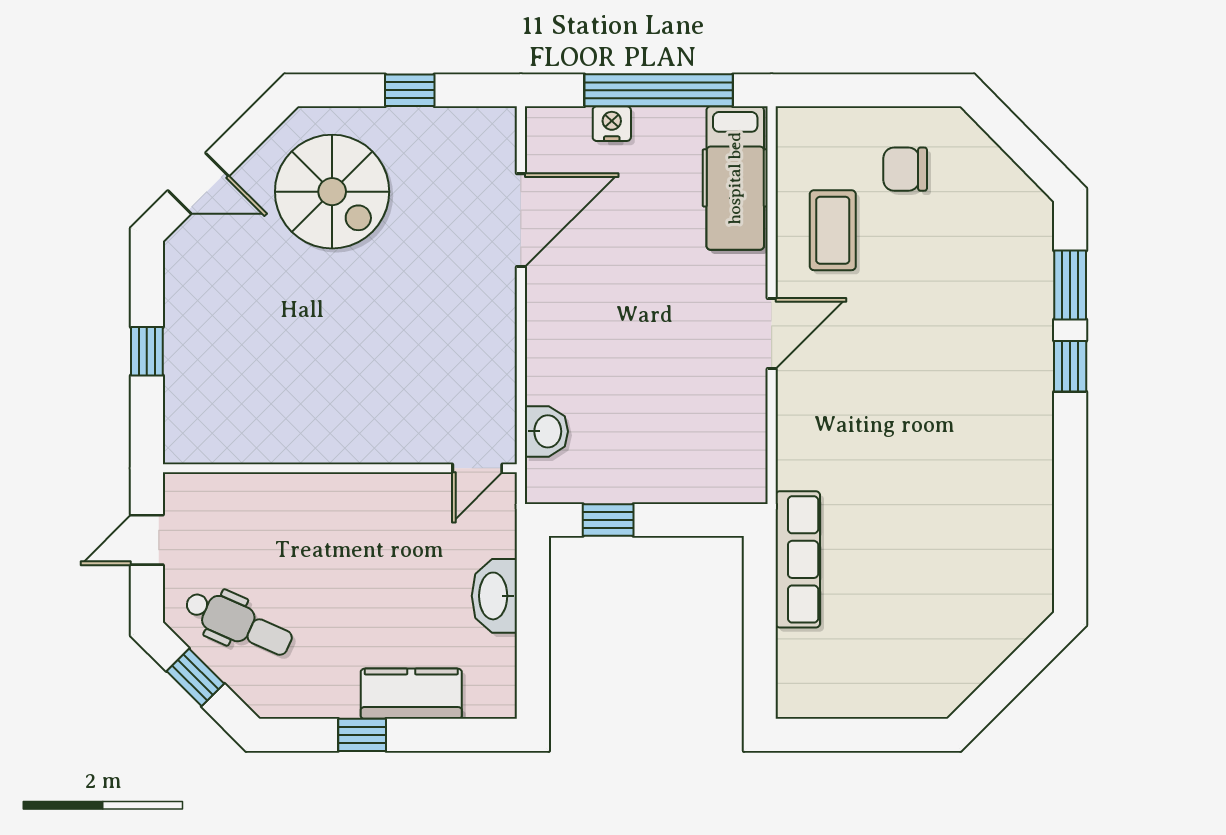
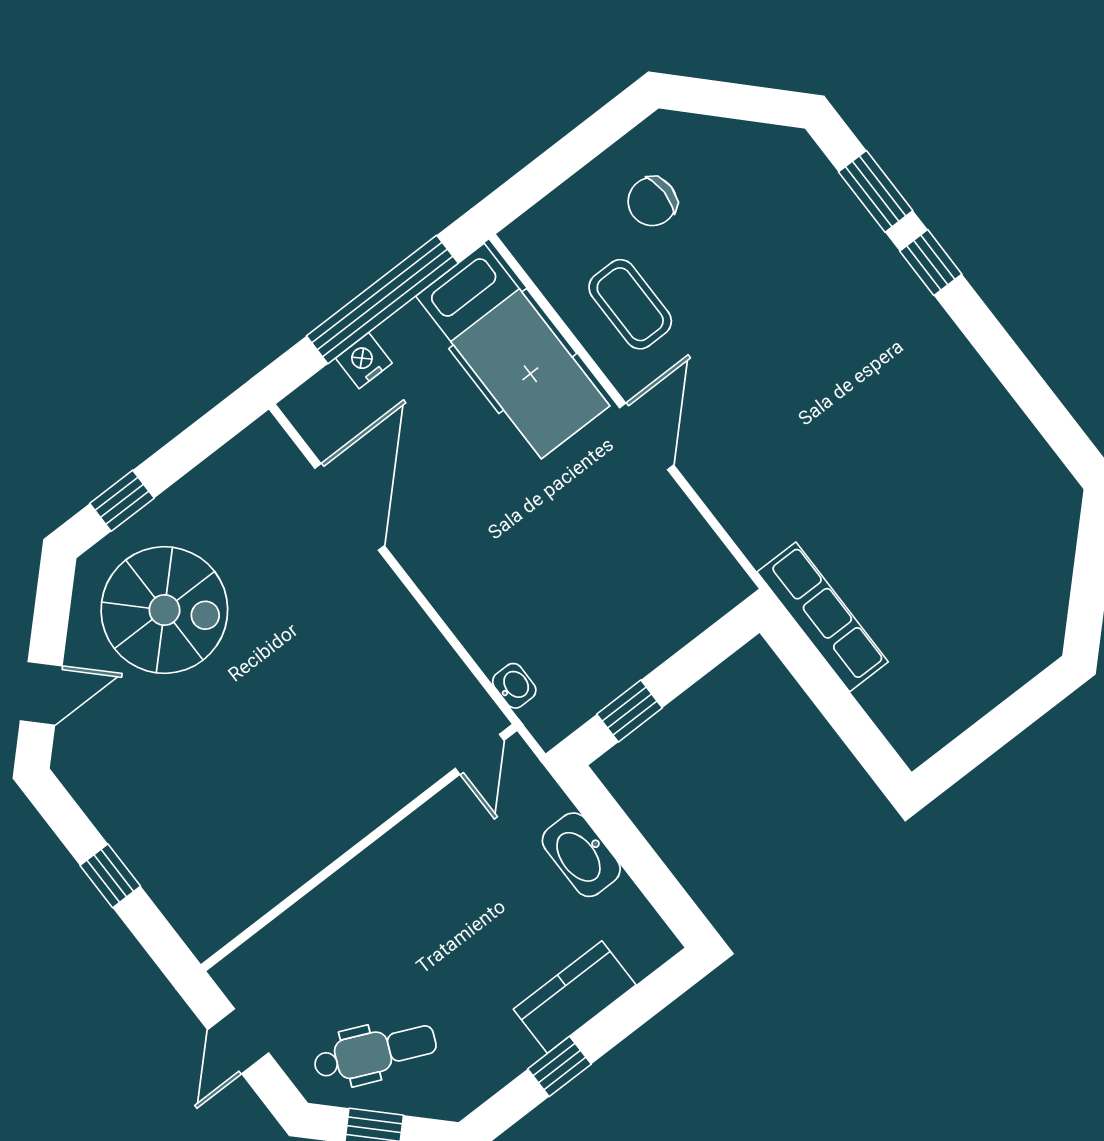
window: (410, 90) -> (122, 501), moved
hospital bed: (735, 178) -> (513, 351), width x1.37, depth x1.29
washbasin: (546, 431) -> (514, 686), width x0.72, depth x0.69

